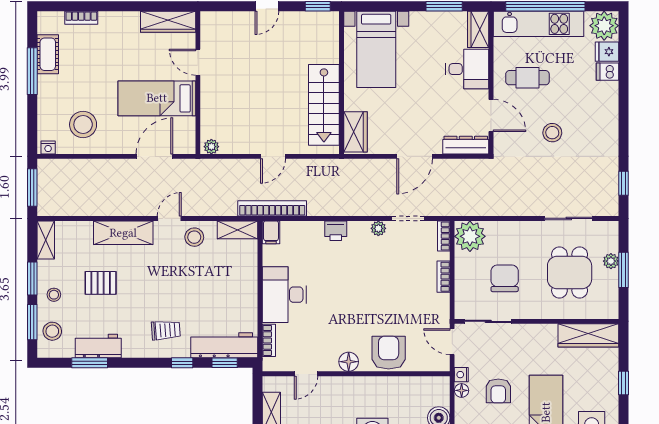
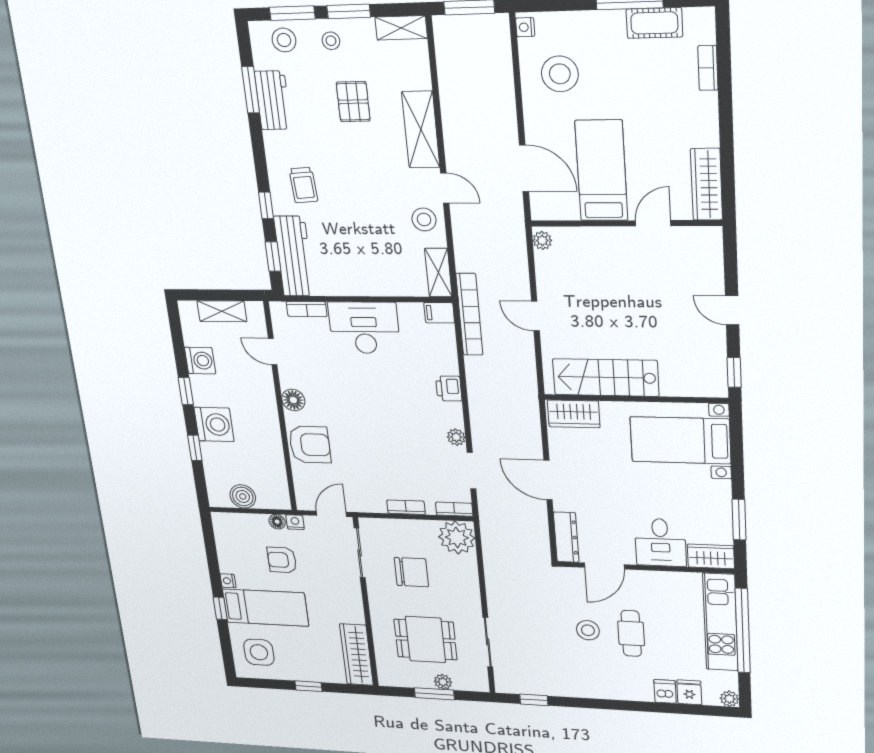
plant: (604, 26) -> (729, 699), width x0.53, depth x0.53
cafe table: (527, 78) -> (631, 633), moved

